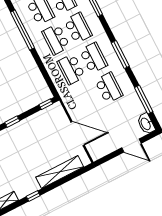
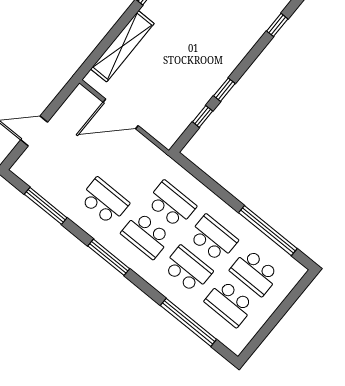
school desk: (78, 28) -> (188, 269), turned 180
school desk: (109, 88) -> (104, 201), turned 180
window: (46, 104) -> (203, 116), moved
washbasin: (146, 124) -> (27, 172), removed

